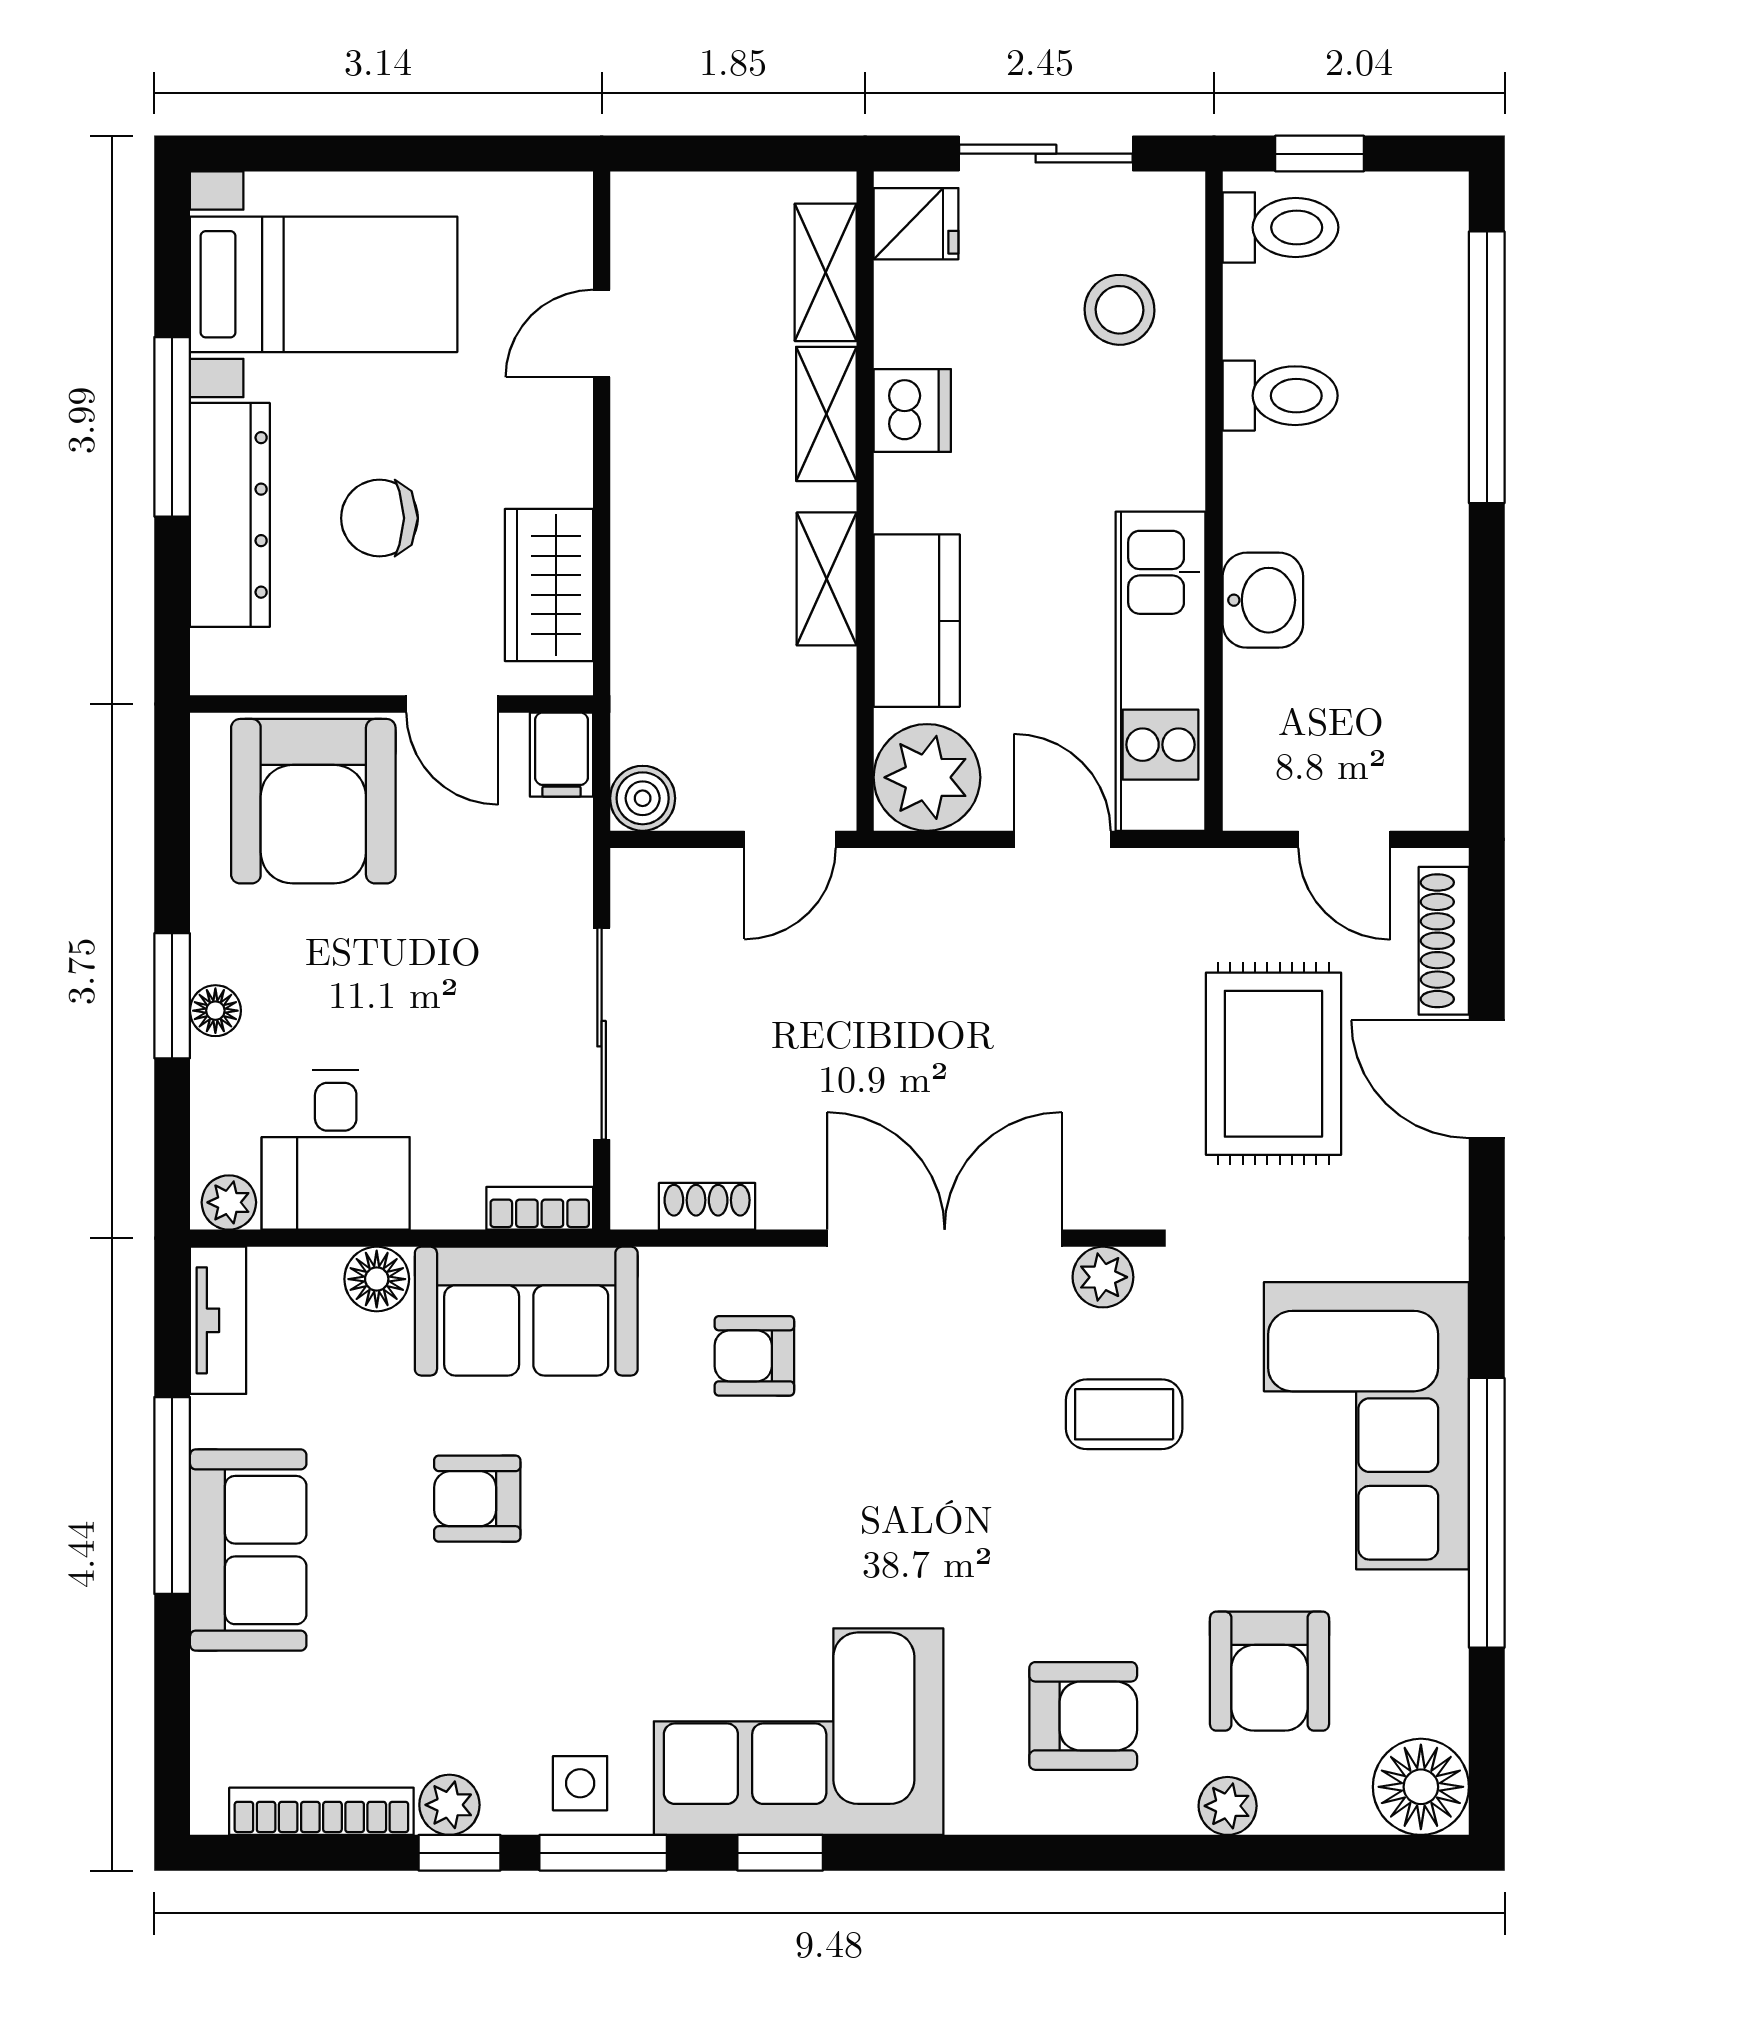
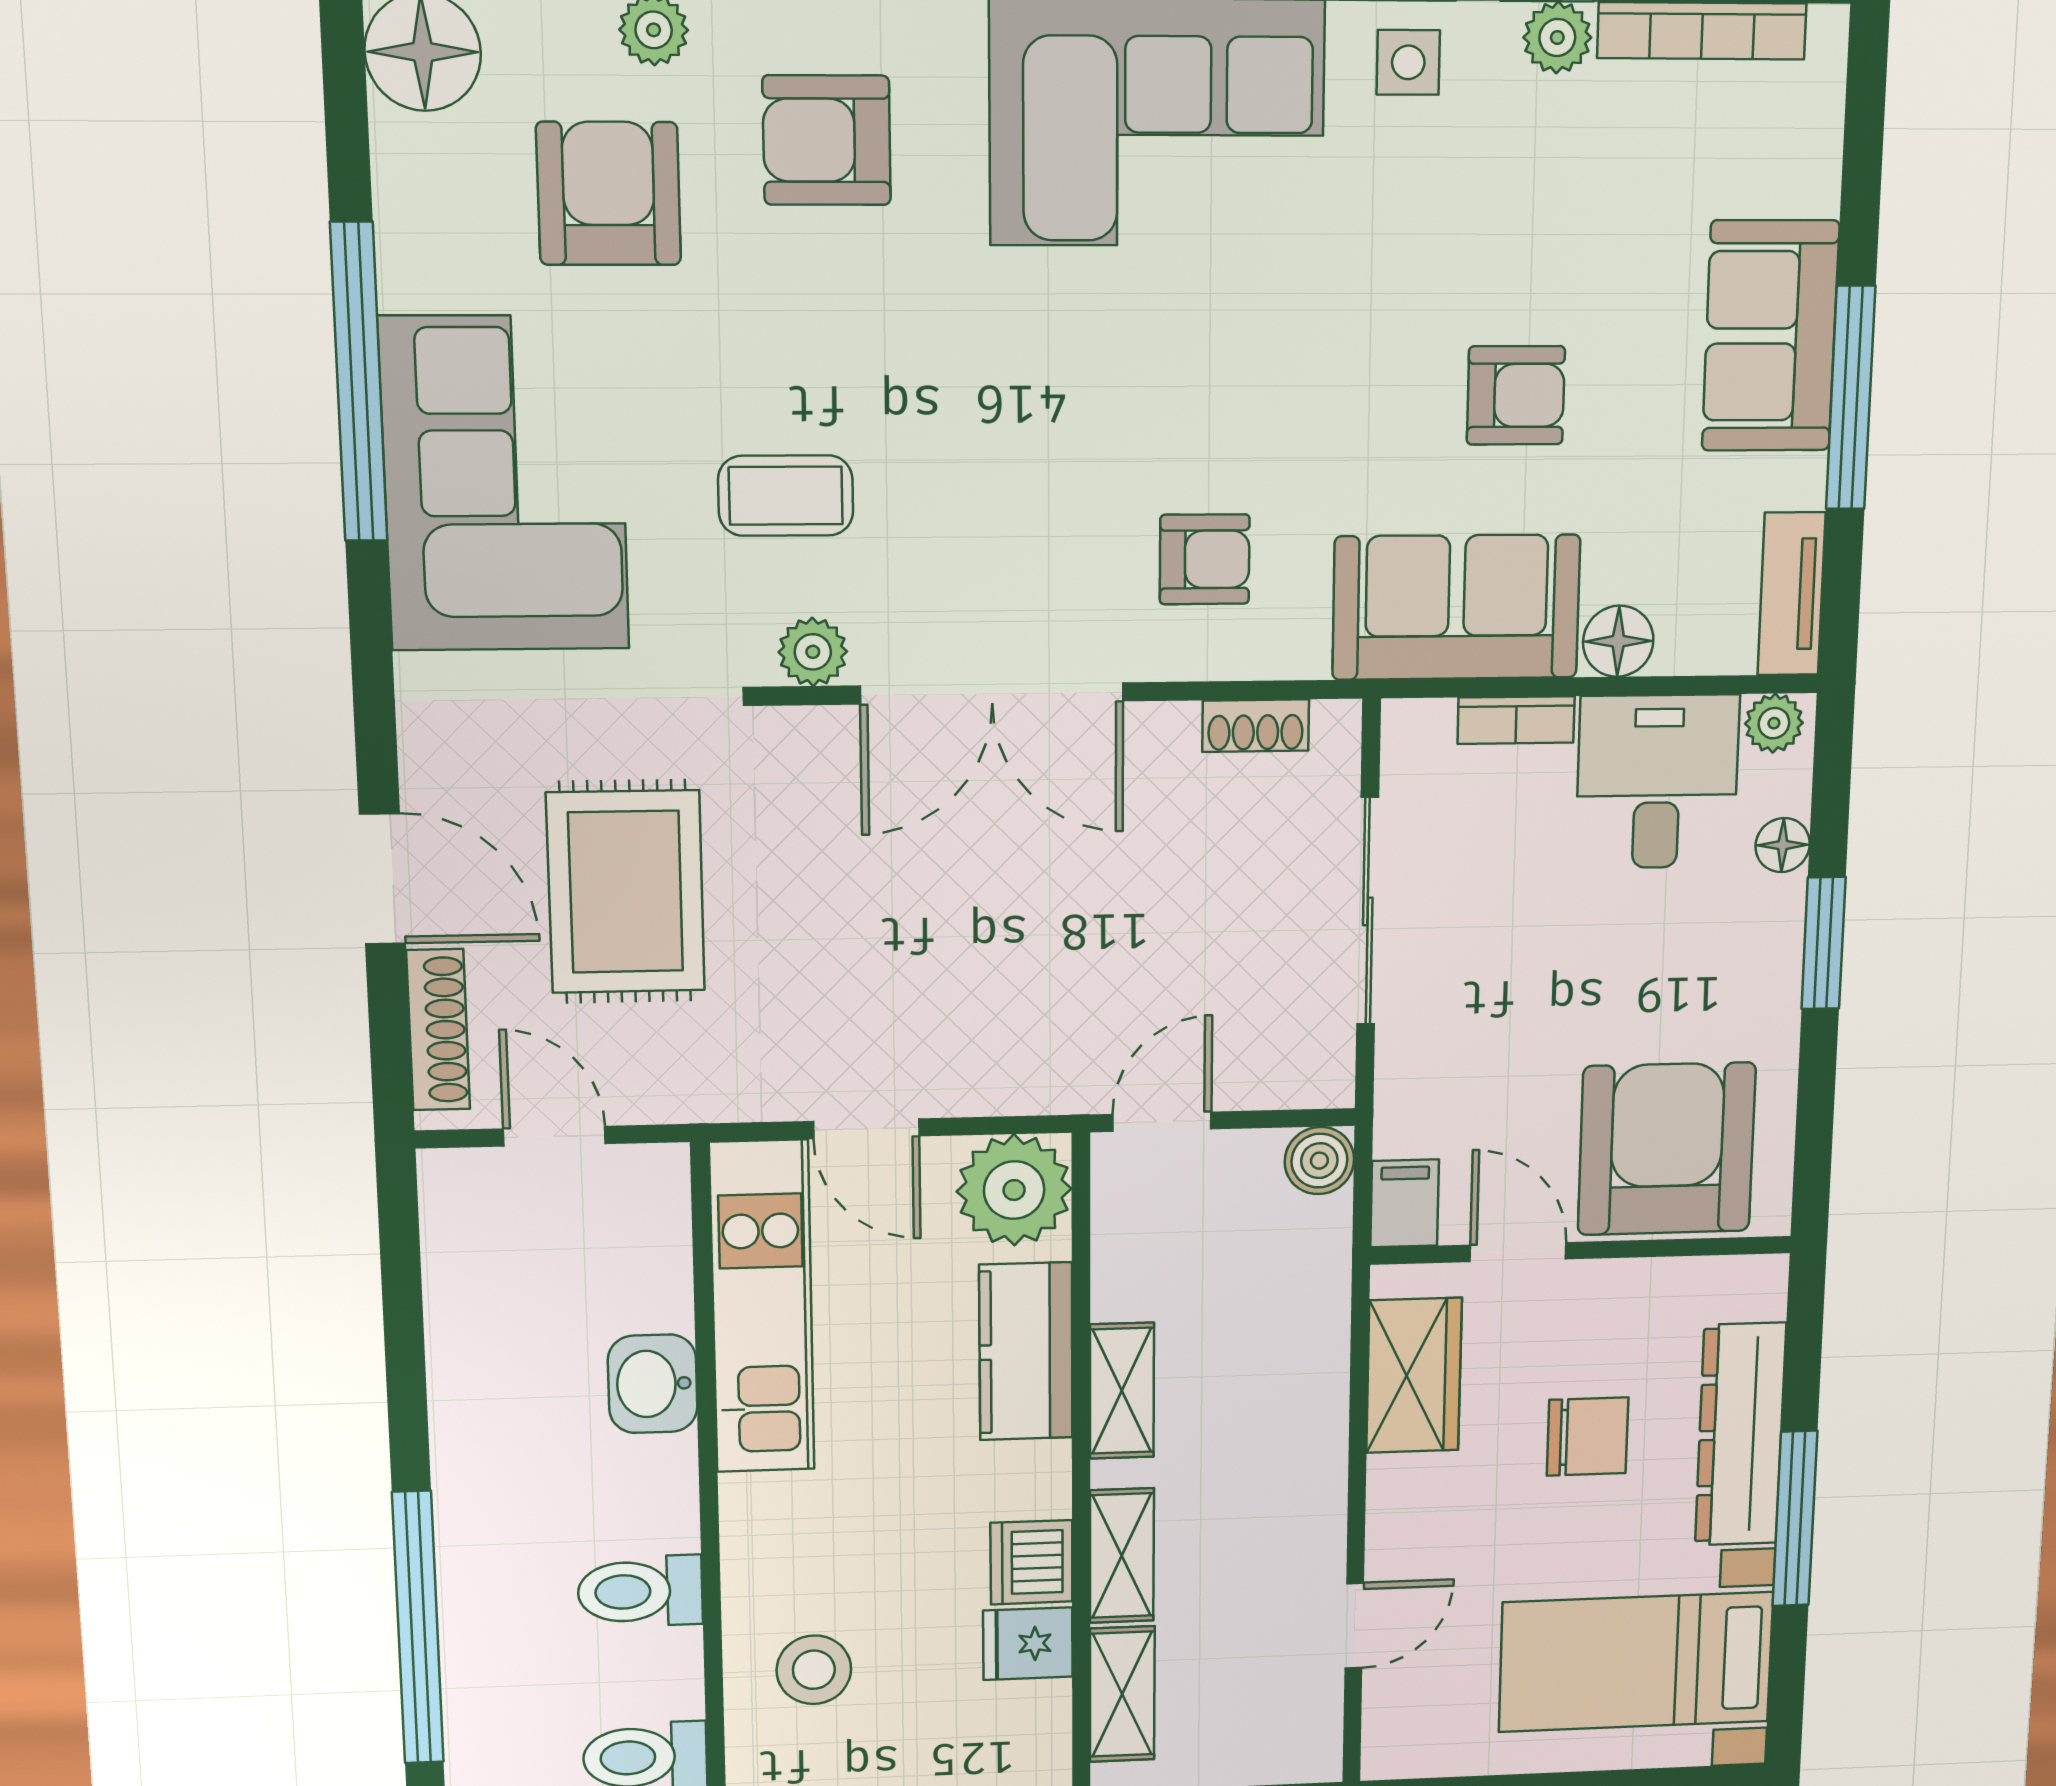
fridge: (916, 224) -> (1028, 1644), moved
floor lamp: (215, 1011) -> (1783, 845), moved
bookcase: (540, 1208) -> (1516, 720), moved

